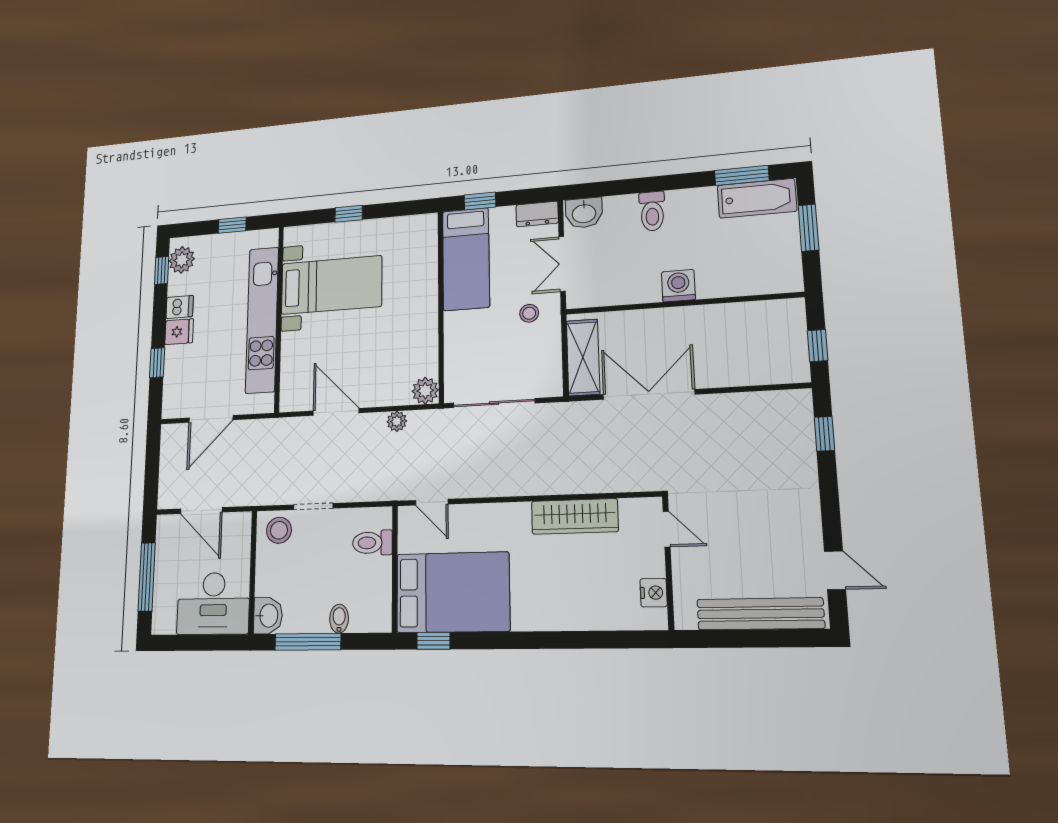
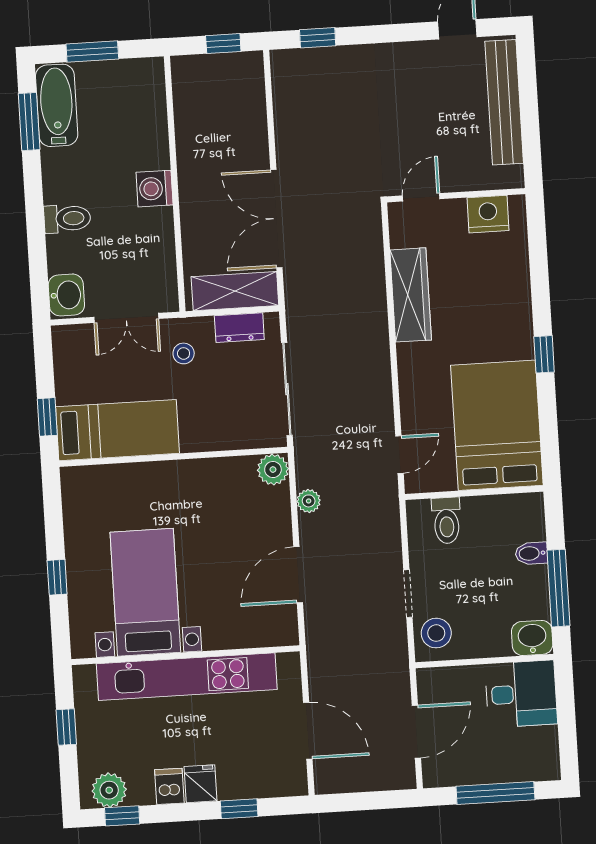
dresser: (537, 214) -> (239, 328), moved, turned 90
nightstand: (654, 593) -> (488, 214), width x1.36, depth x1.33
desk: (213, 603) -> (521, 694), width x0.73
window: (433, 641) -> (544, 354), moved

